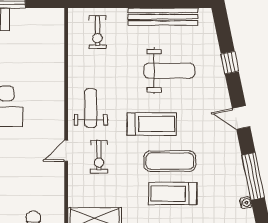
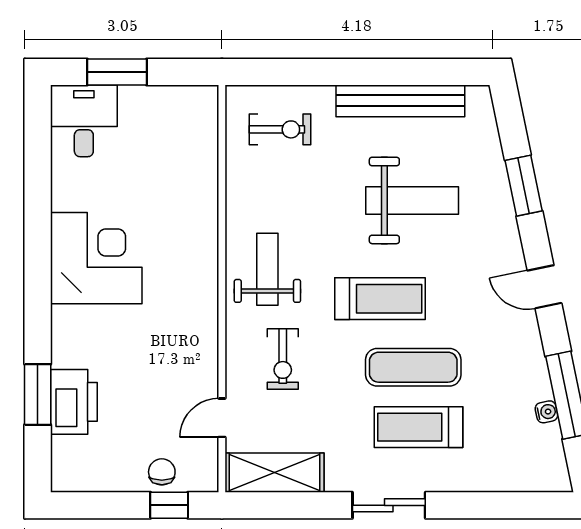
exercise bike: (98, 32) -> (280, 129), turned -90
window: (230, 63) -> (524, 186), width x1.50
door: (66, 151) -> (222, 418), moved
water cooler: (246, 203) -> (546, 412), moved

